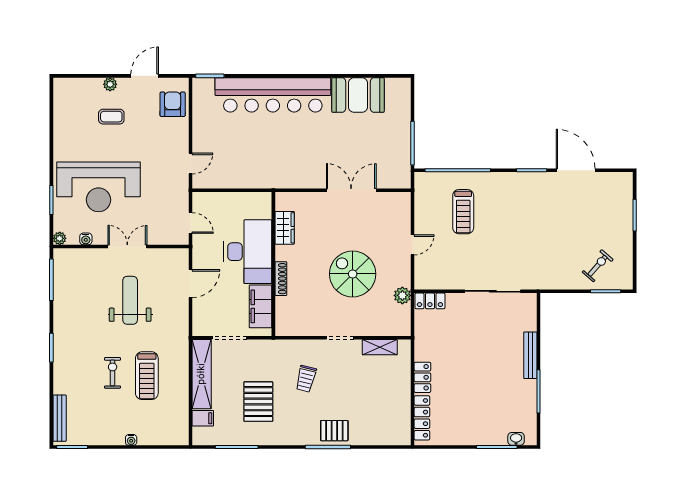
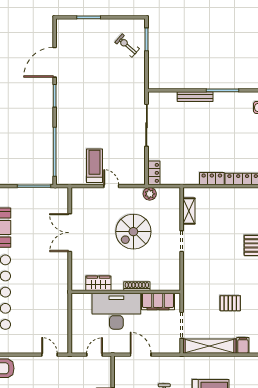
treadmill: (463, 212) -> (94, 166), moved, turned -90
trolley: (306, 379) -> (213, 267), removed
pallet: (258, 402) -> (230, 303), width x0.67, depth x0.71

